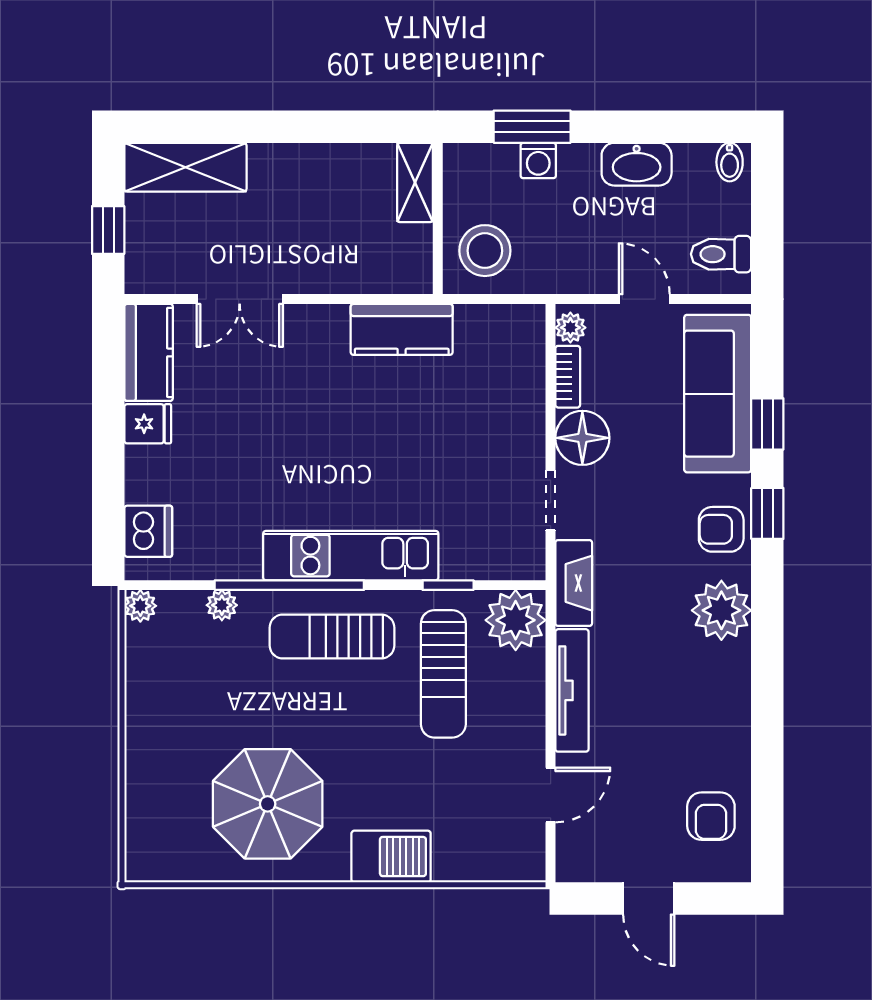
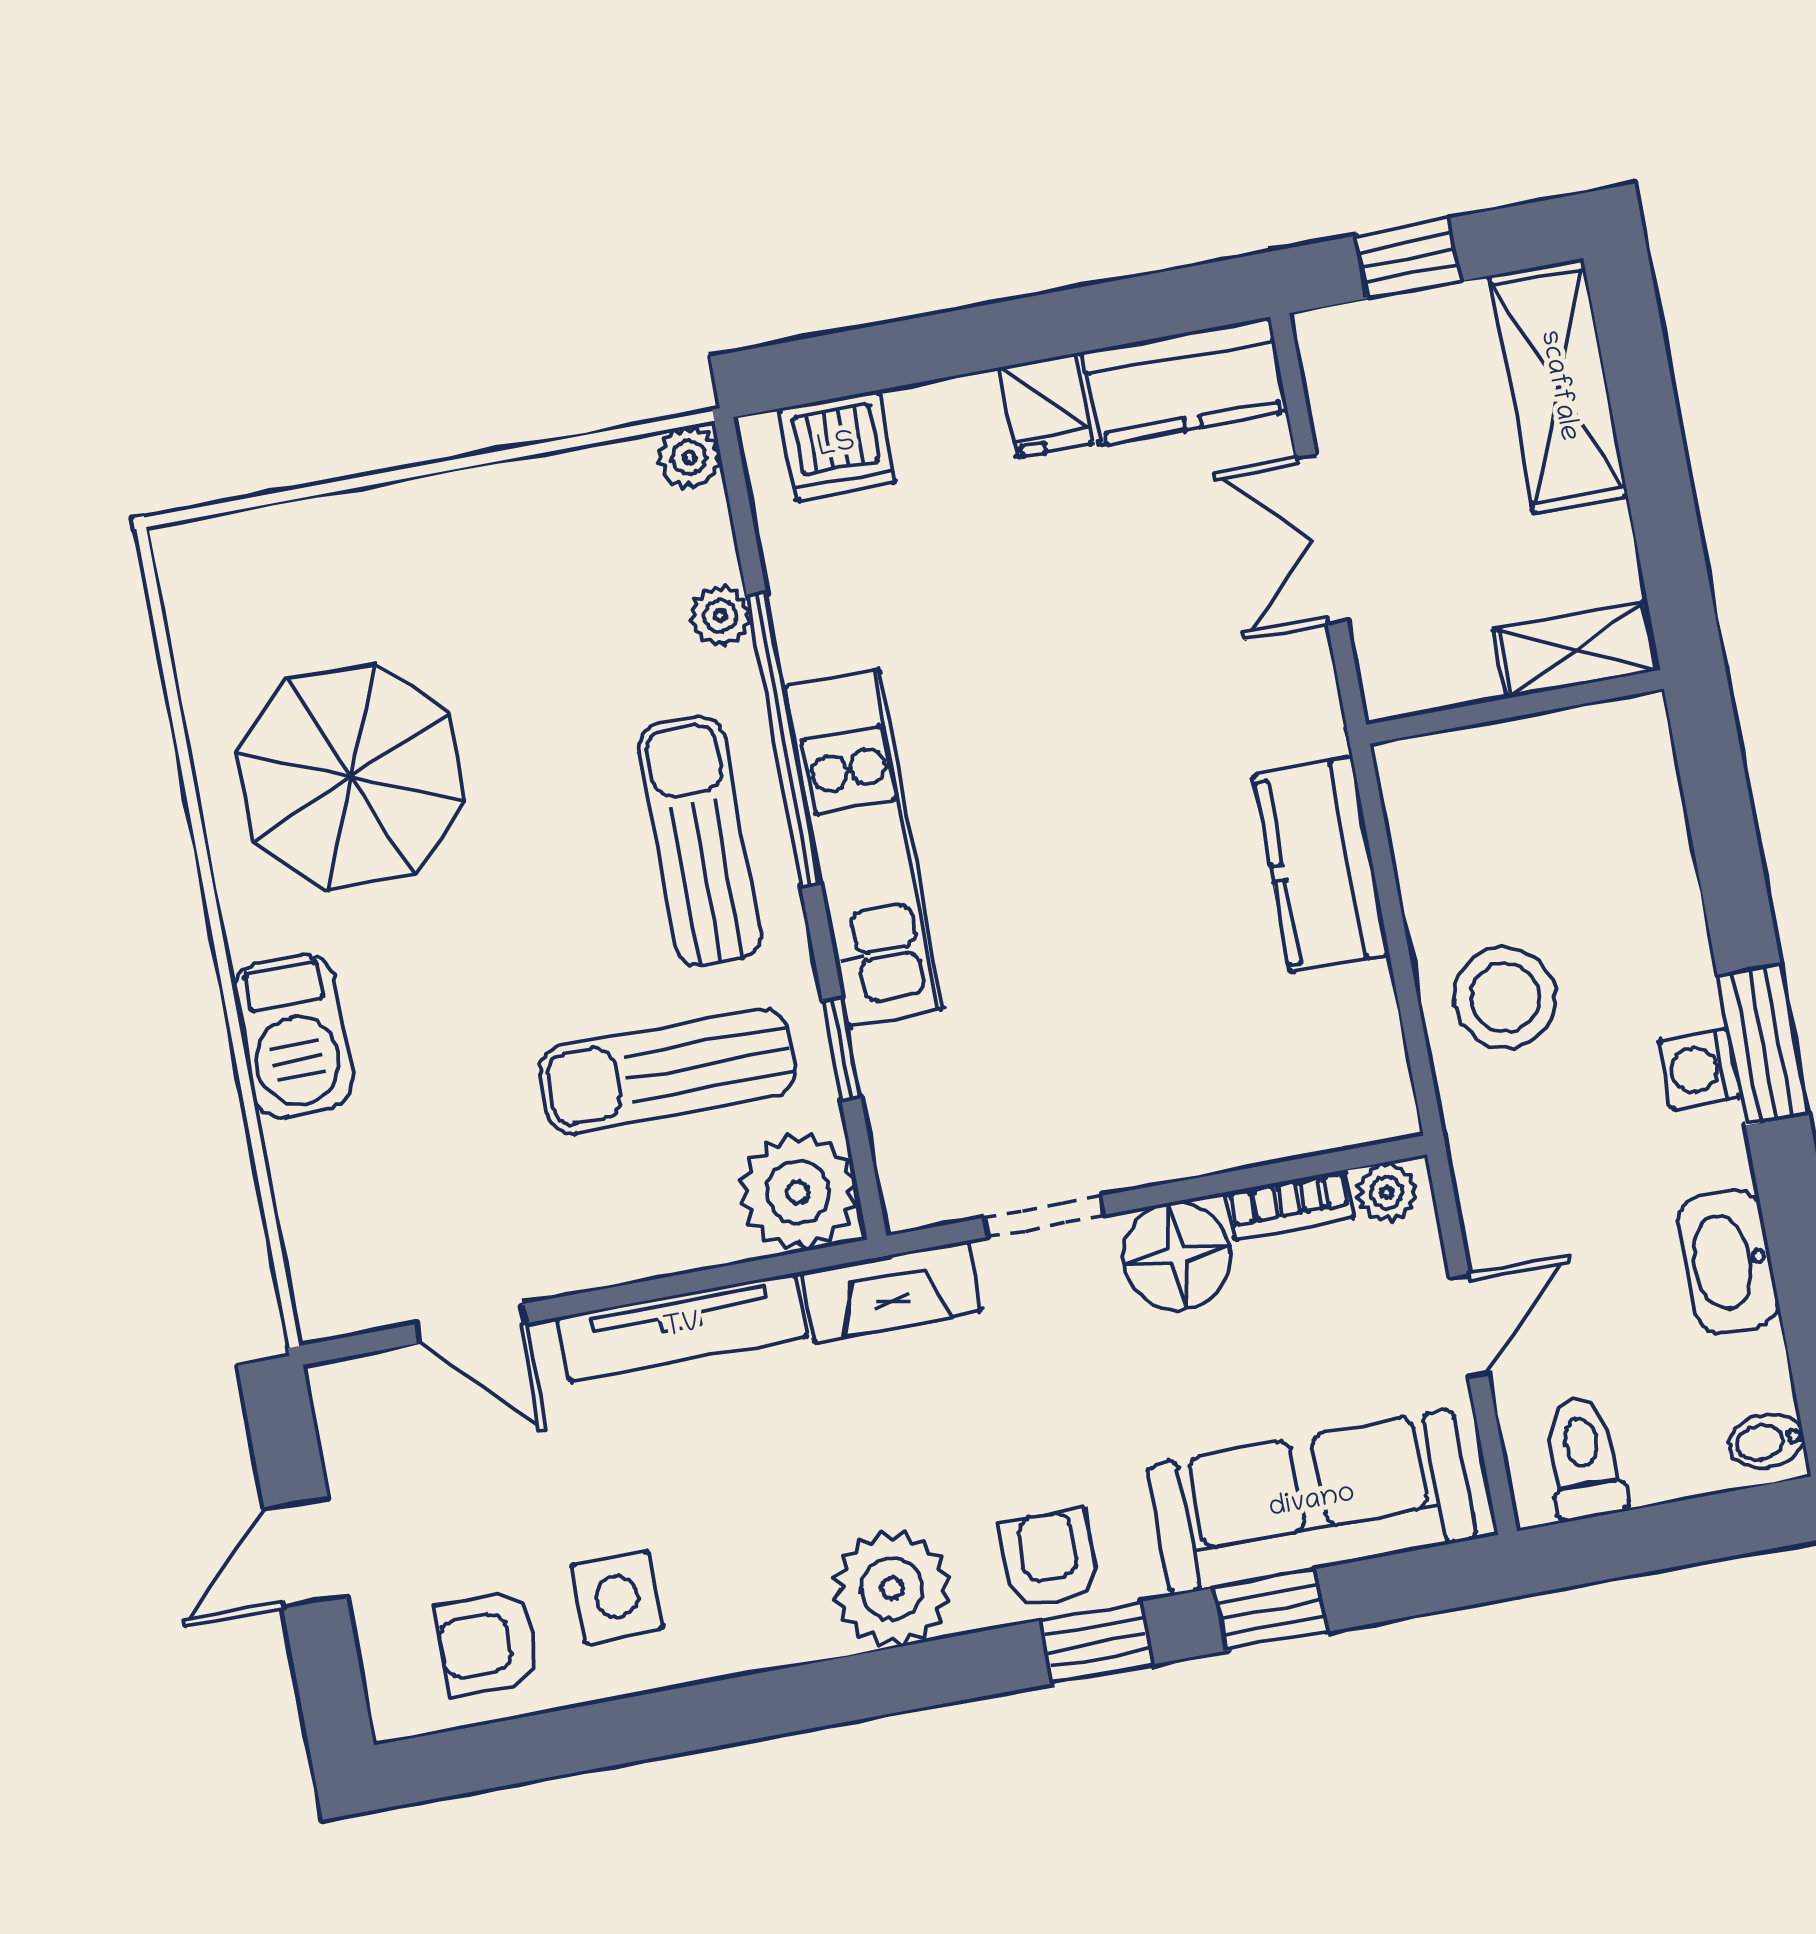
shelving: (415, 182) -> (1577, 650), moved
wall: (438, 219) -> (1515, 707), moved
side table: (700, 748) -> (617, 1597), added

